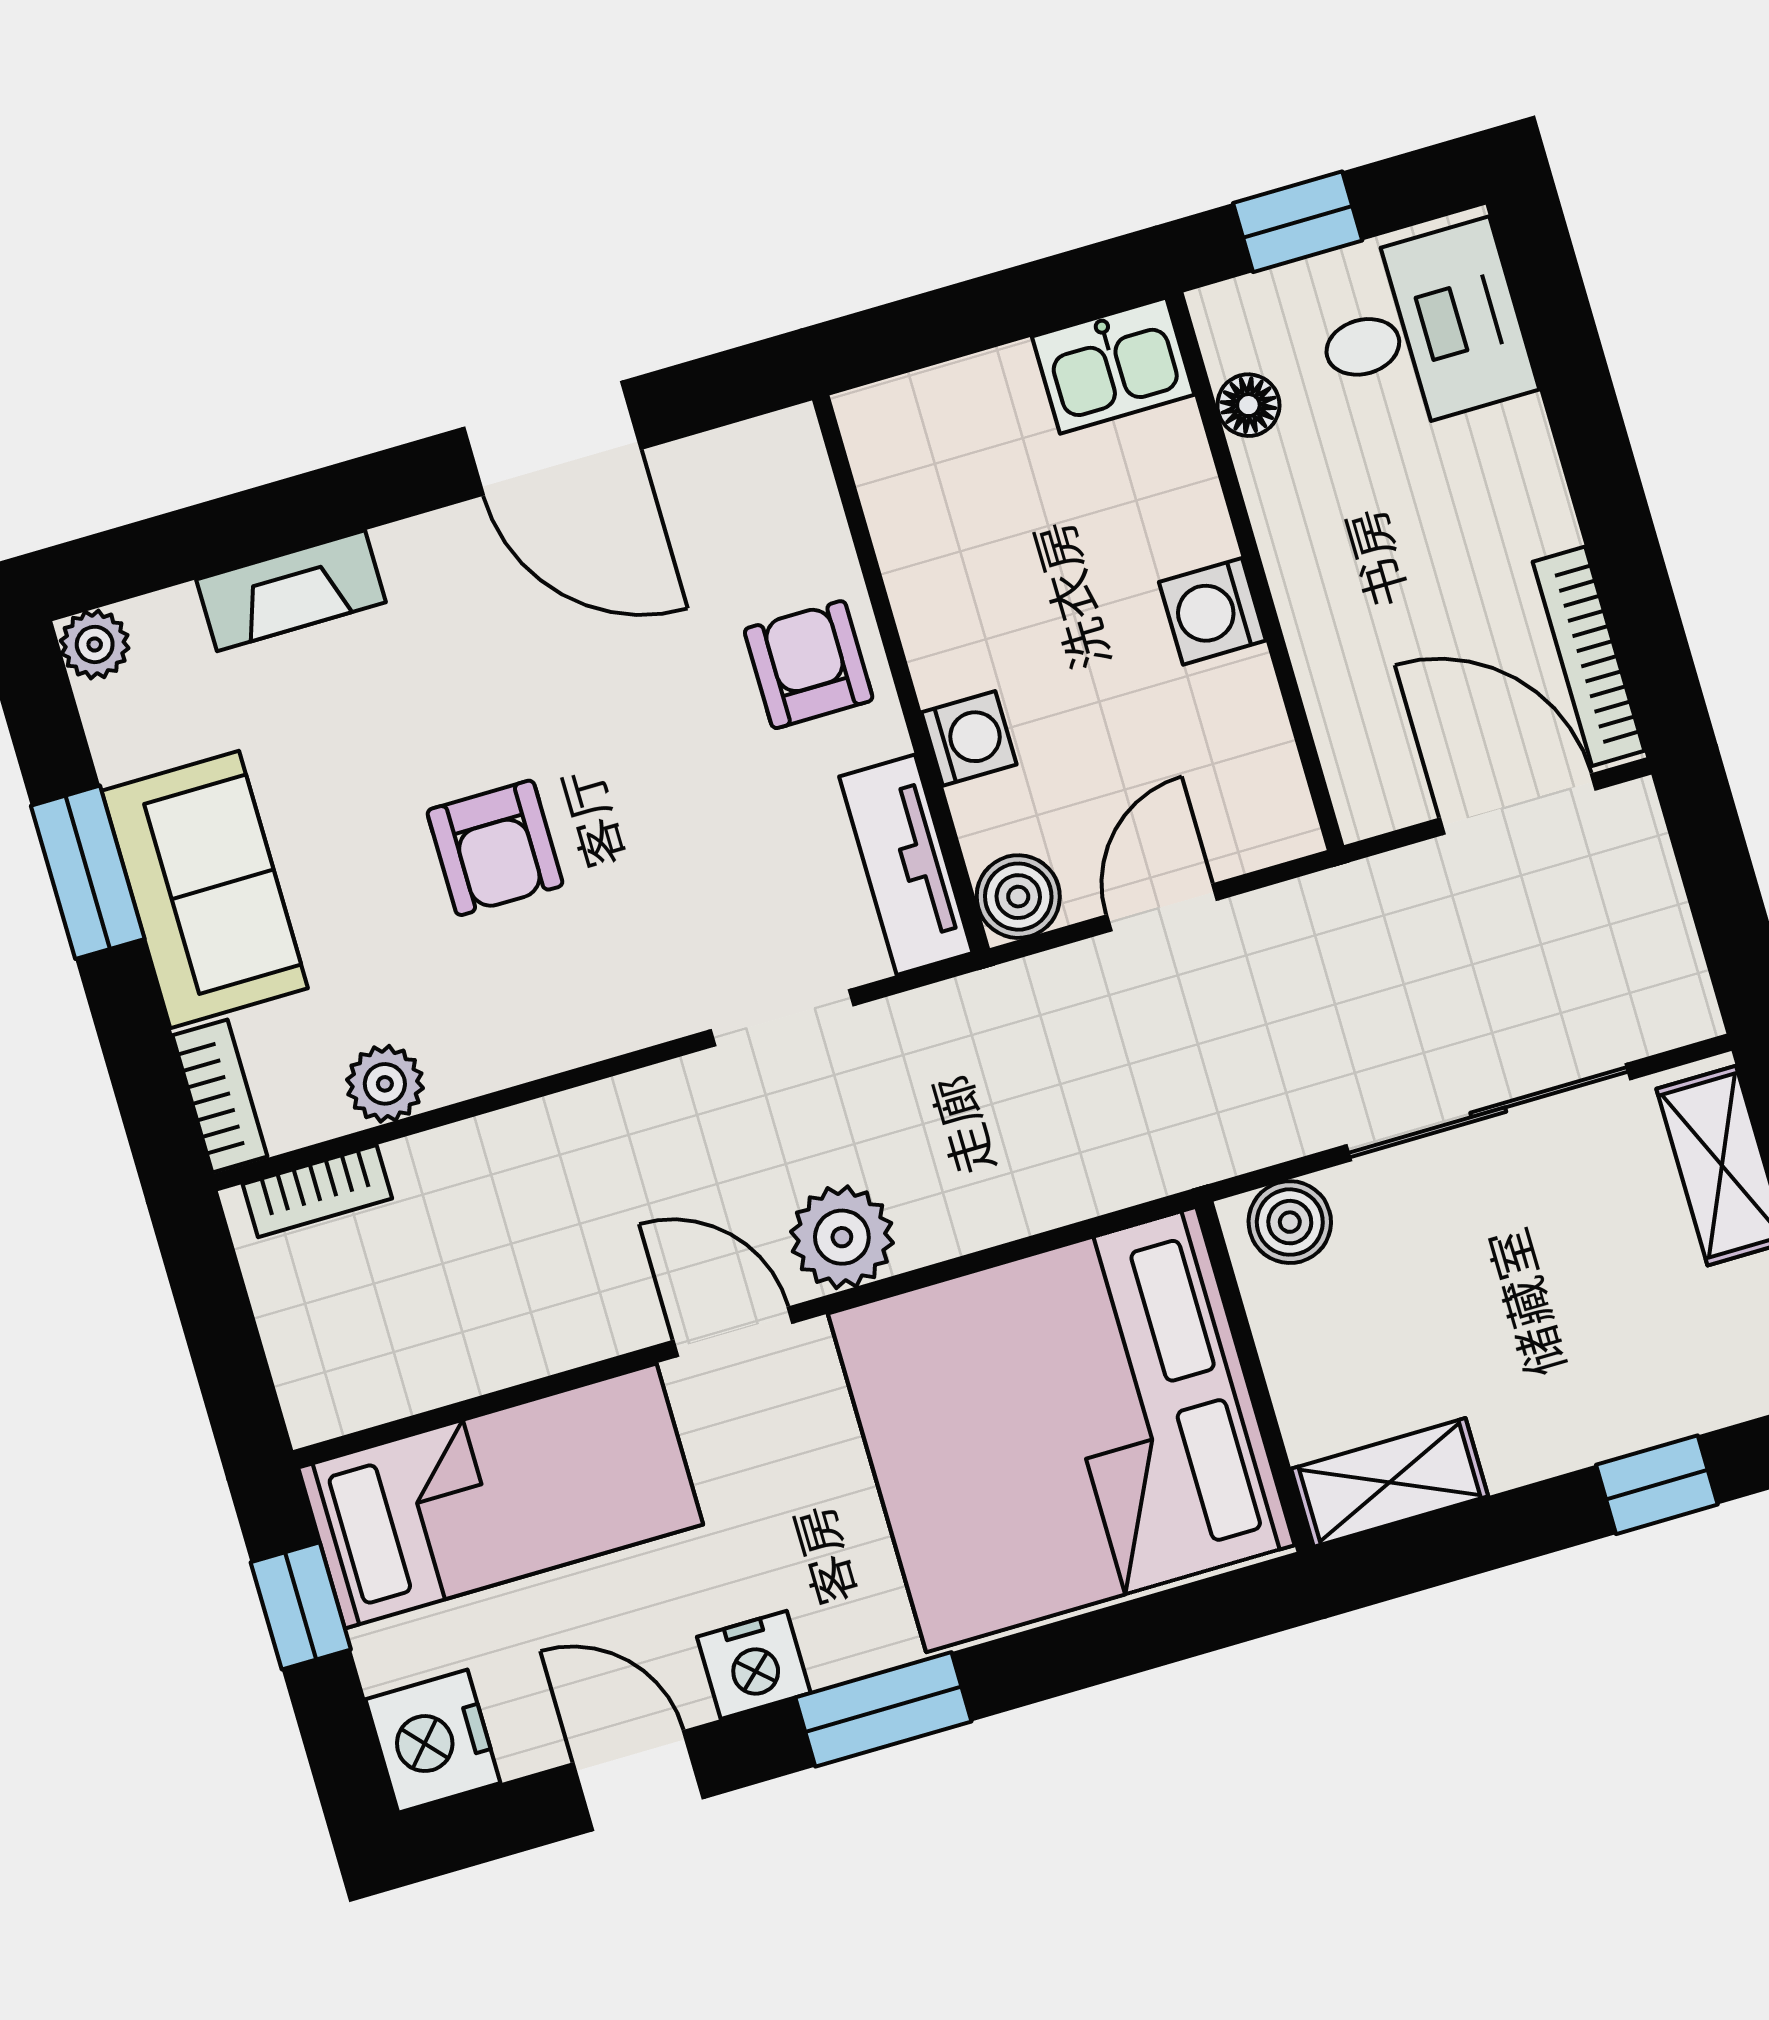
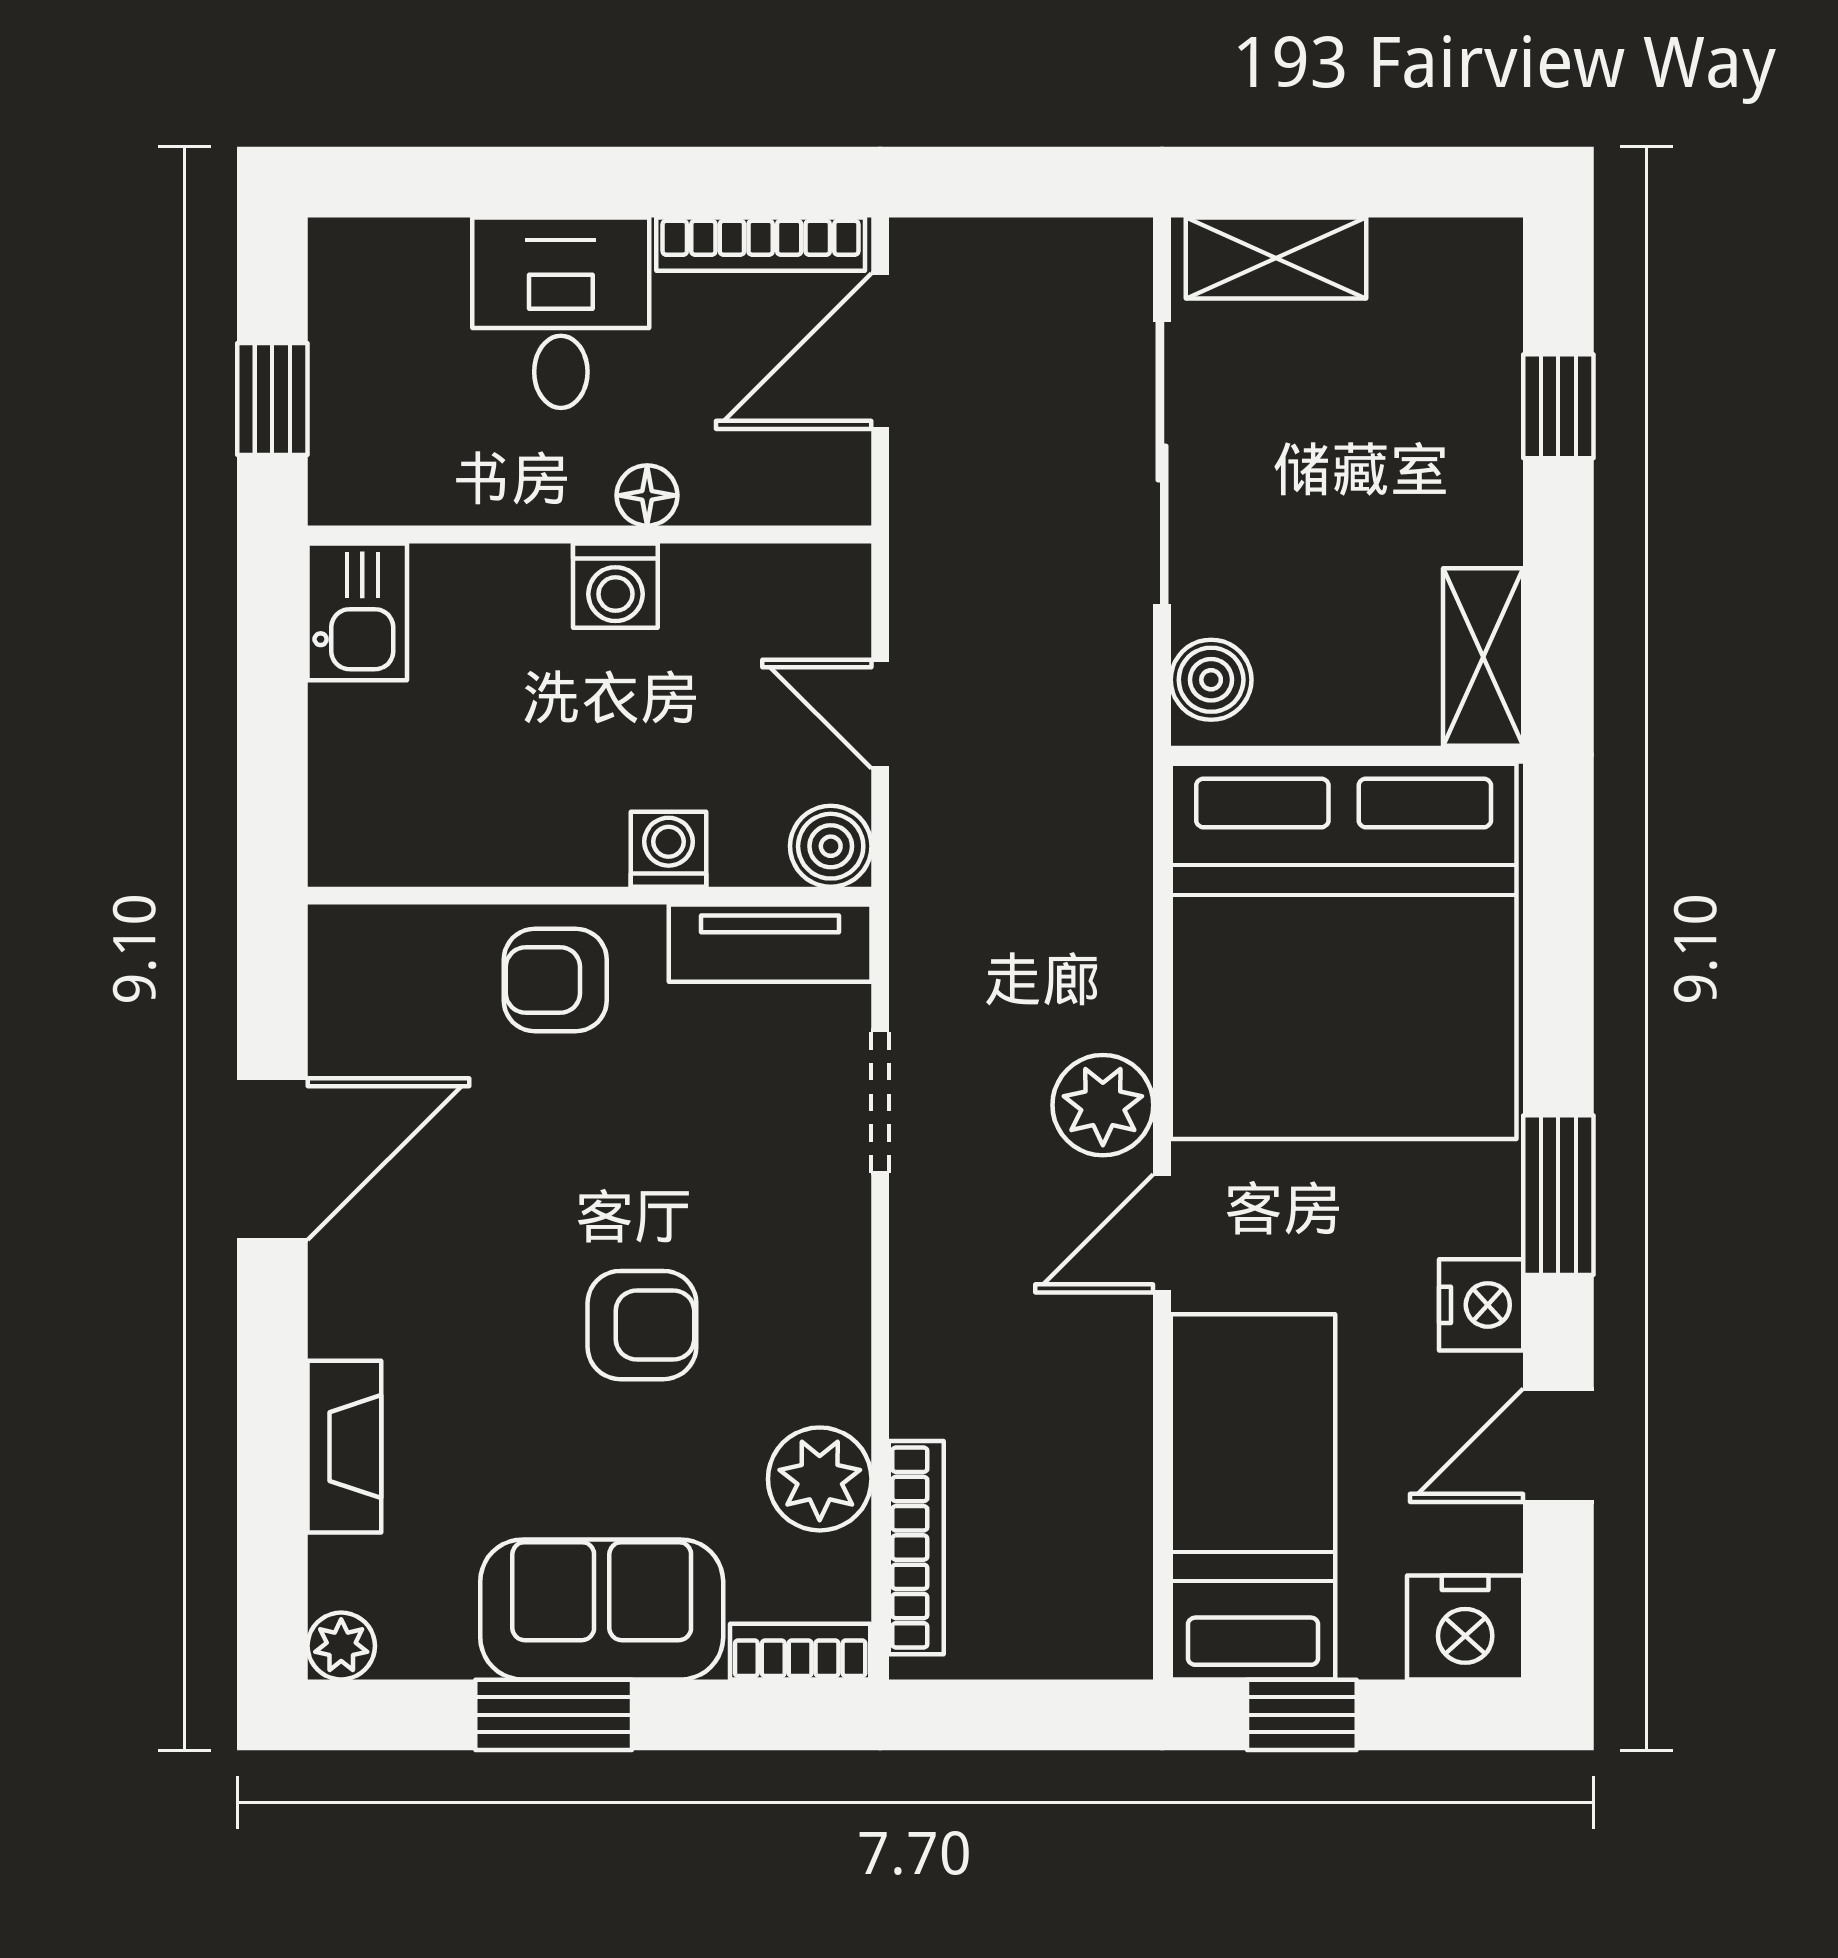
desk: (1421, 330) -> (561, 313), moved
floor lamp: (1248, 405) -> (647, 495), moved
plant: (385, 1084) -> (820, 1479), width x1.38, depth x1.38
bookcase: (317, 1191) -> (916, 1548), width x1.56

